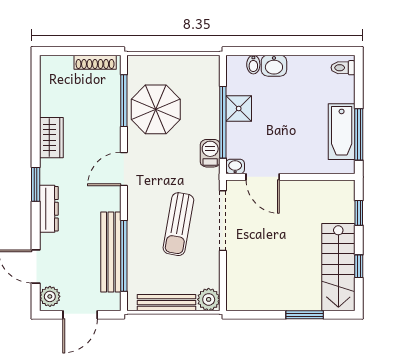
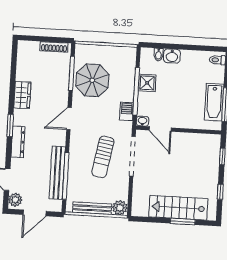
stairs: (338, 267) -> (178, 208), moved, turned 90

